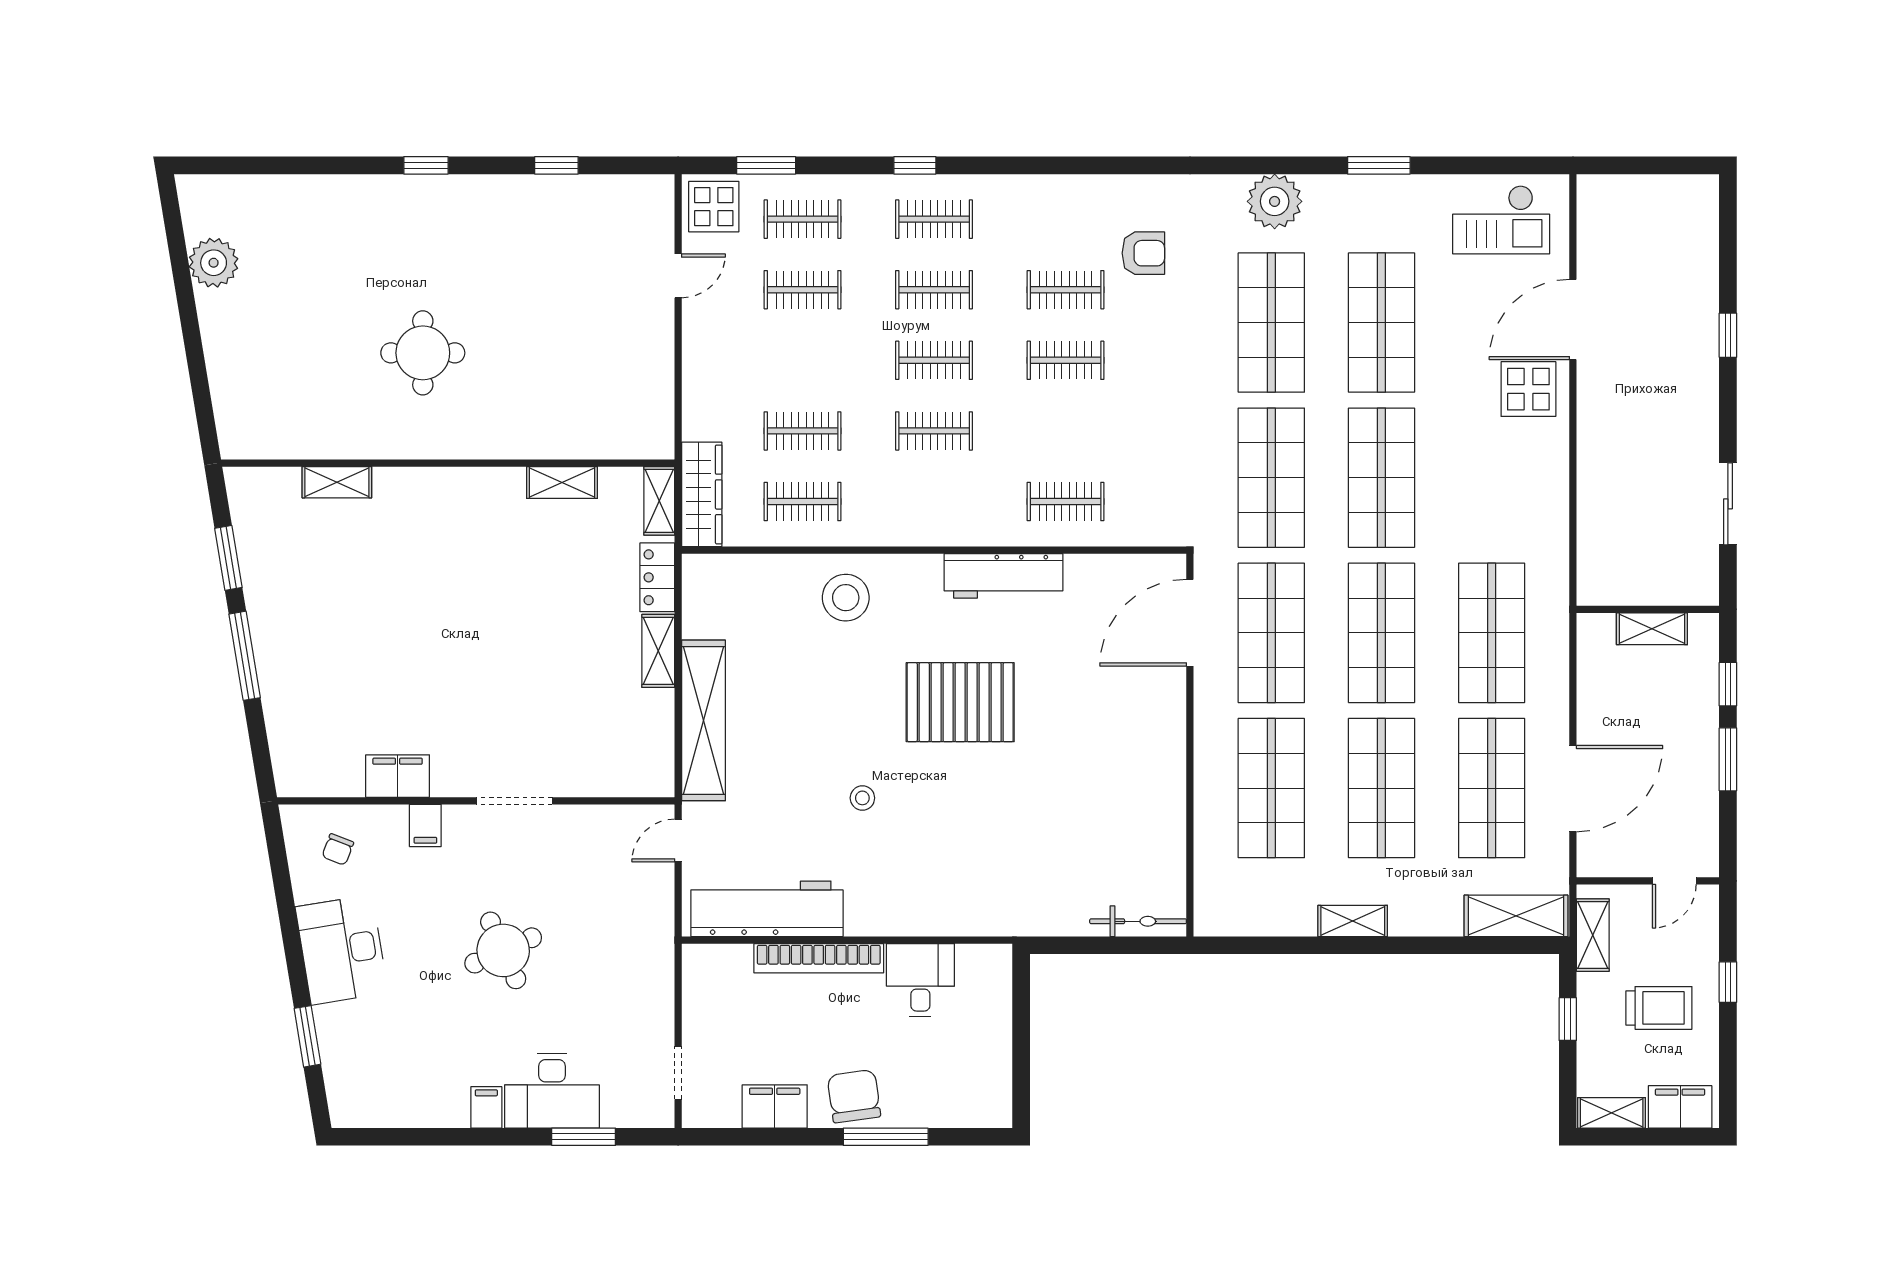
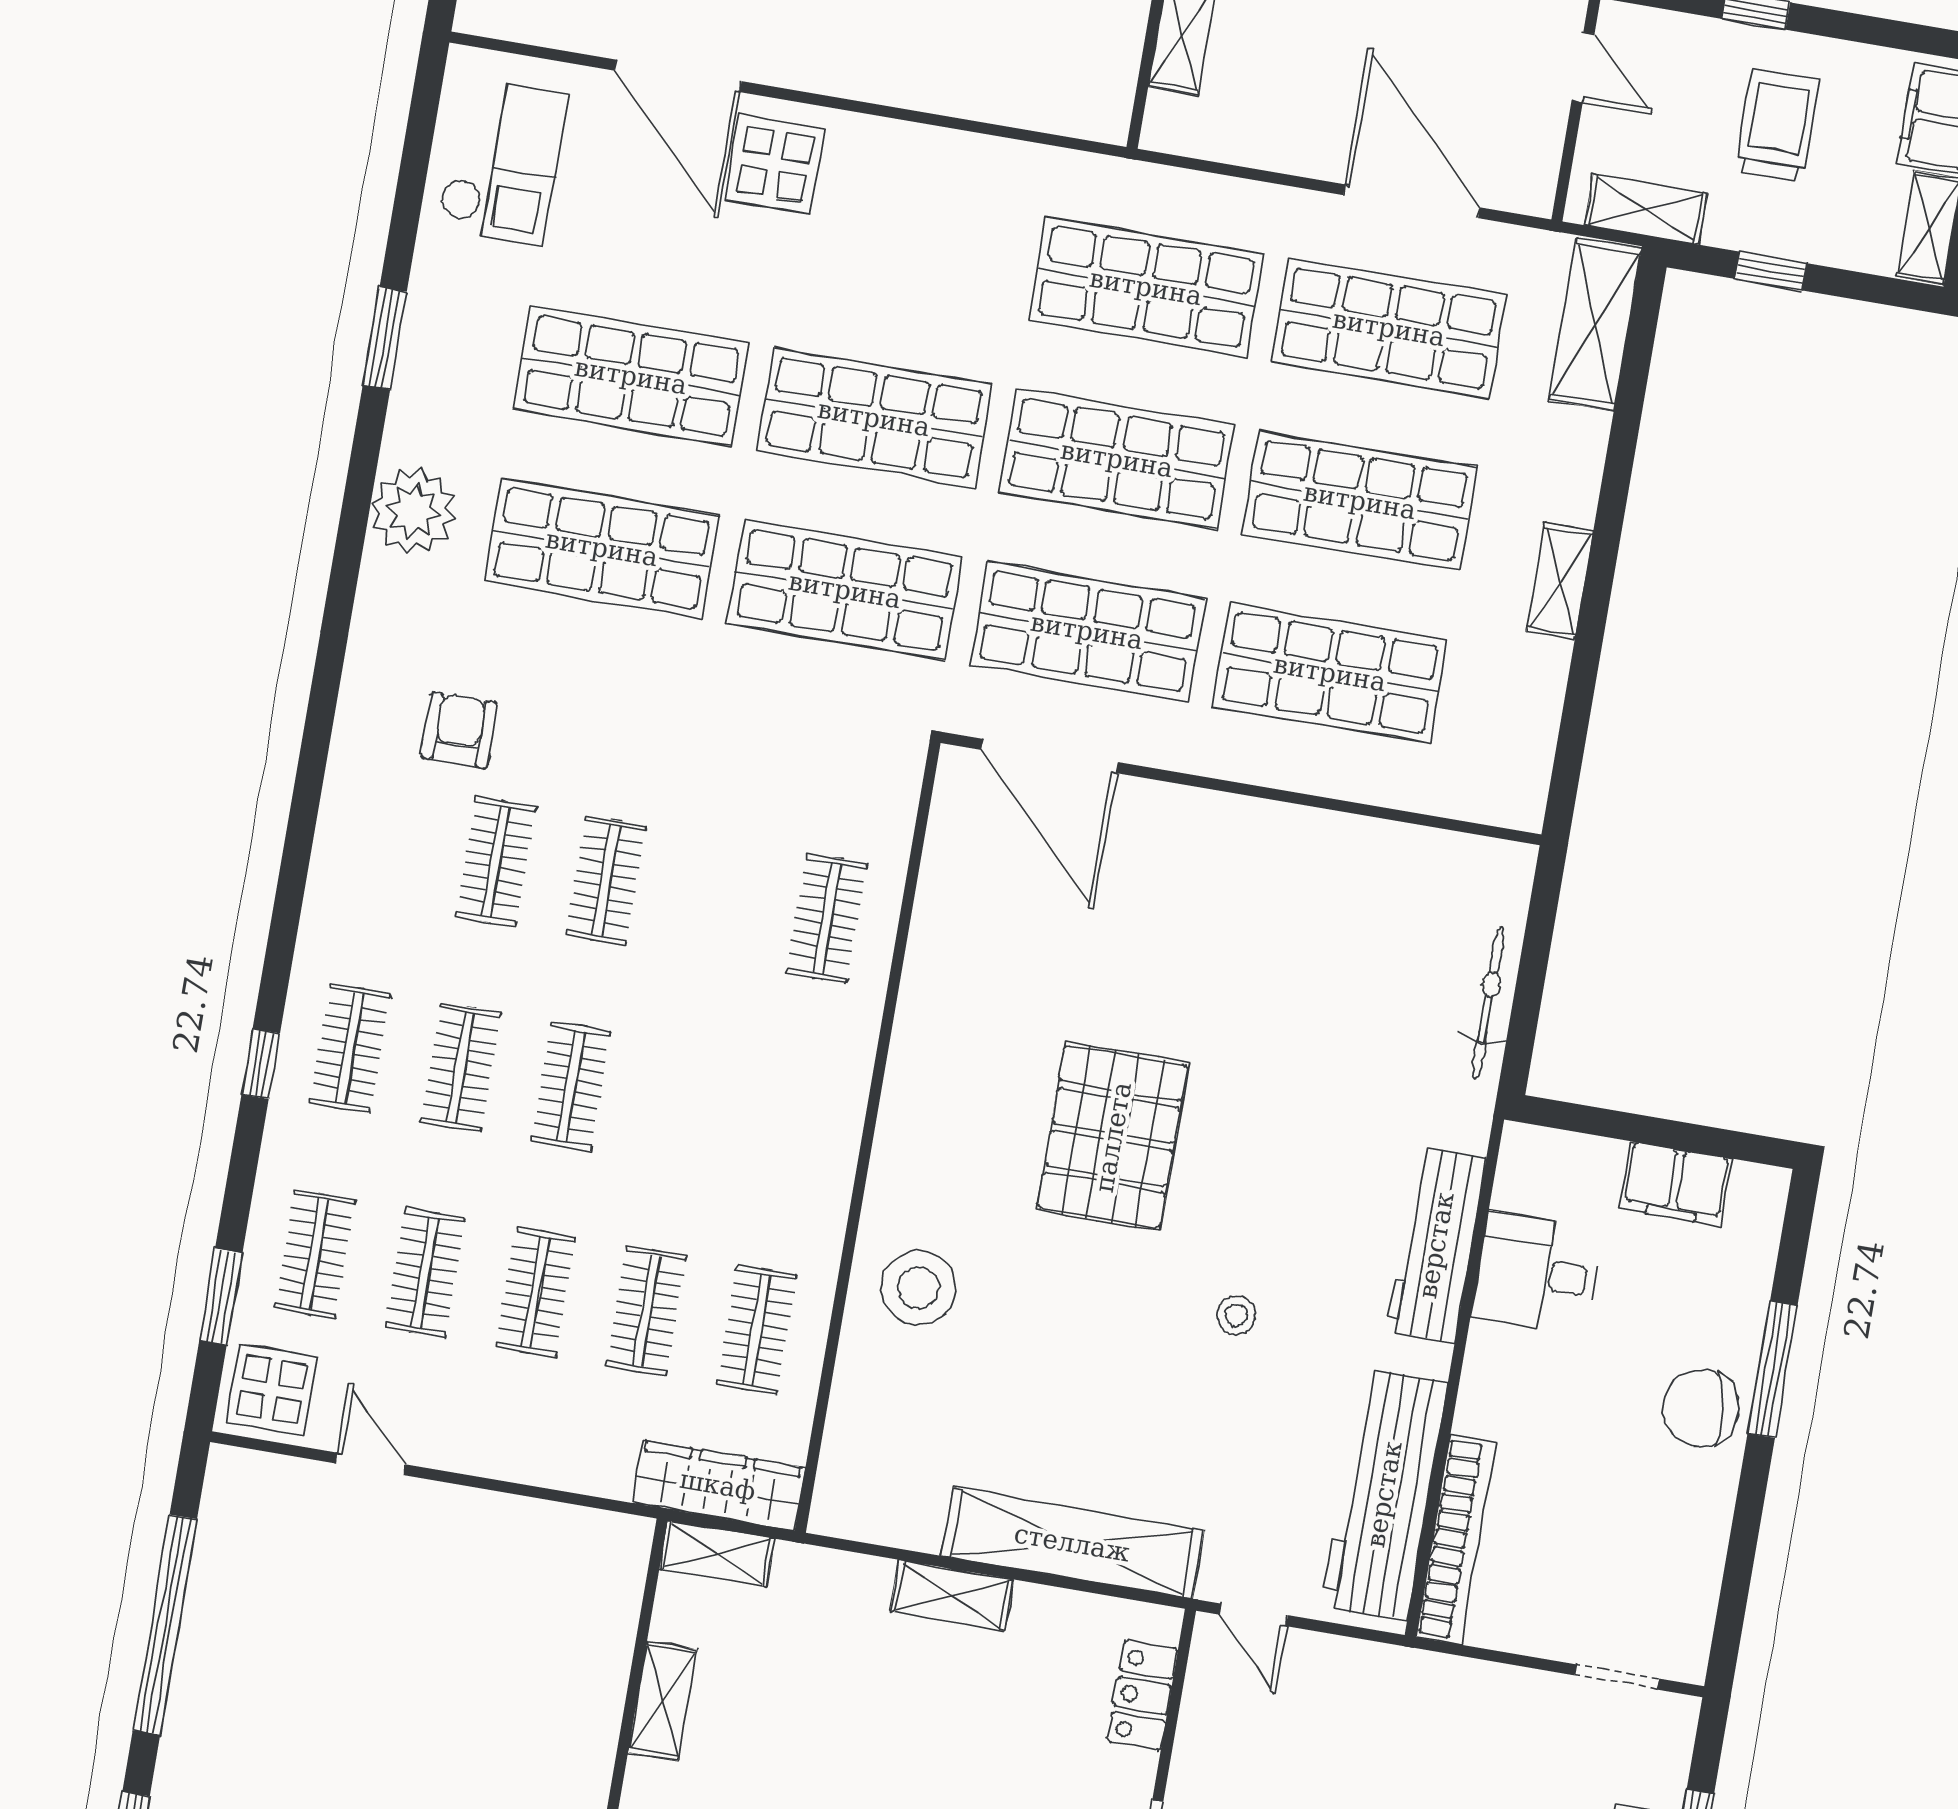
window: (556, 165) -> (165, 1625), width x3.17
clothes rail: (934, 431) -> (536, 1292), moved
workbench: (1004, 576) -> (1436, 1245), moved, turned 180
locker: (657, 577) -> (1142, 1695), moved, turned 90
bicycle: (1138, 921) -> (1488, 1003), moved
bookcase: (819, 958) -> (1456, 1539), moved
filing cabinet: (775, 1106) -> (1676, 1184), moved, turned -90

